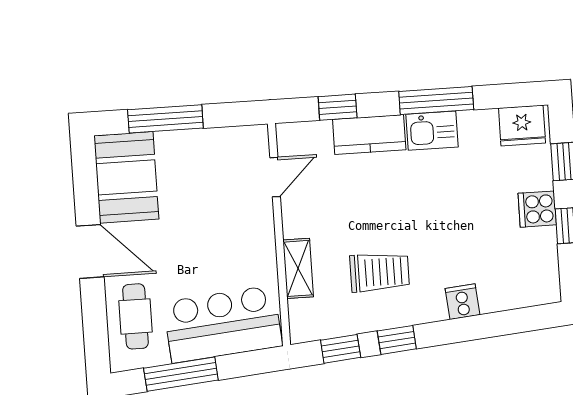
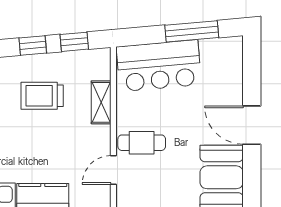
cafe table: (135, 316) -> (142, 143), moved, turned 90

